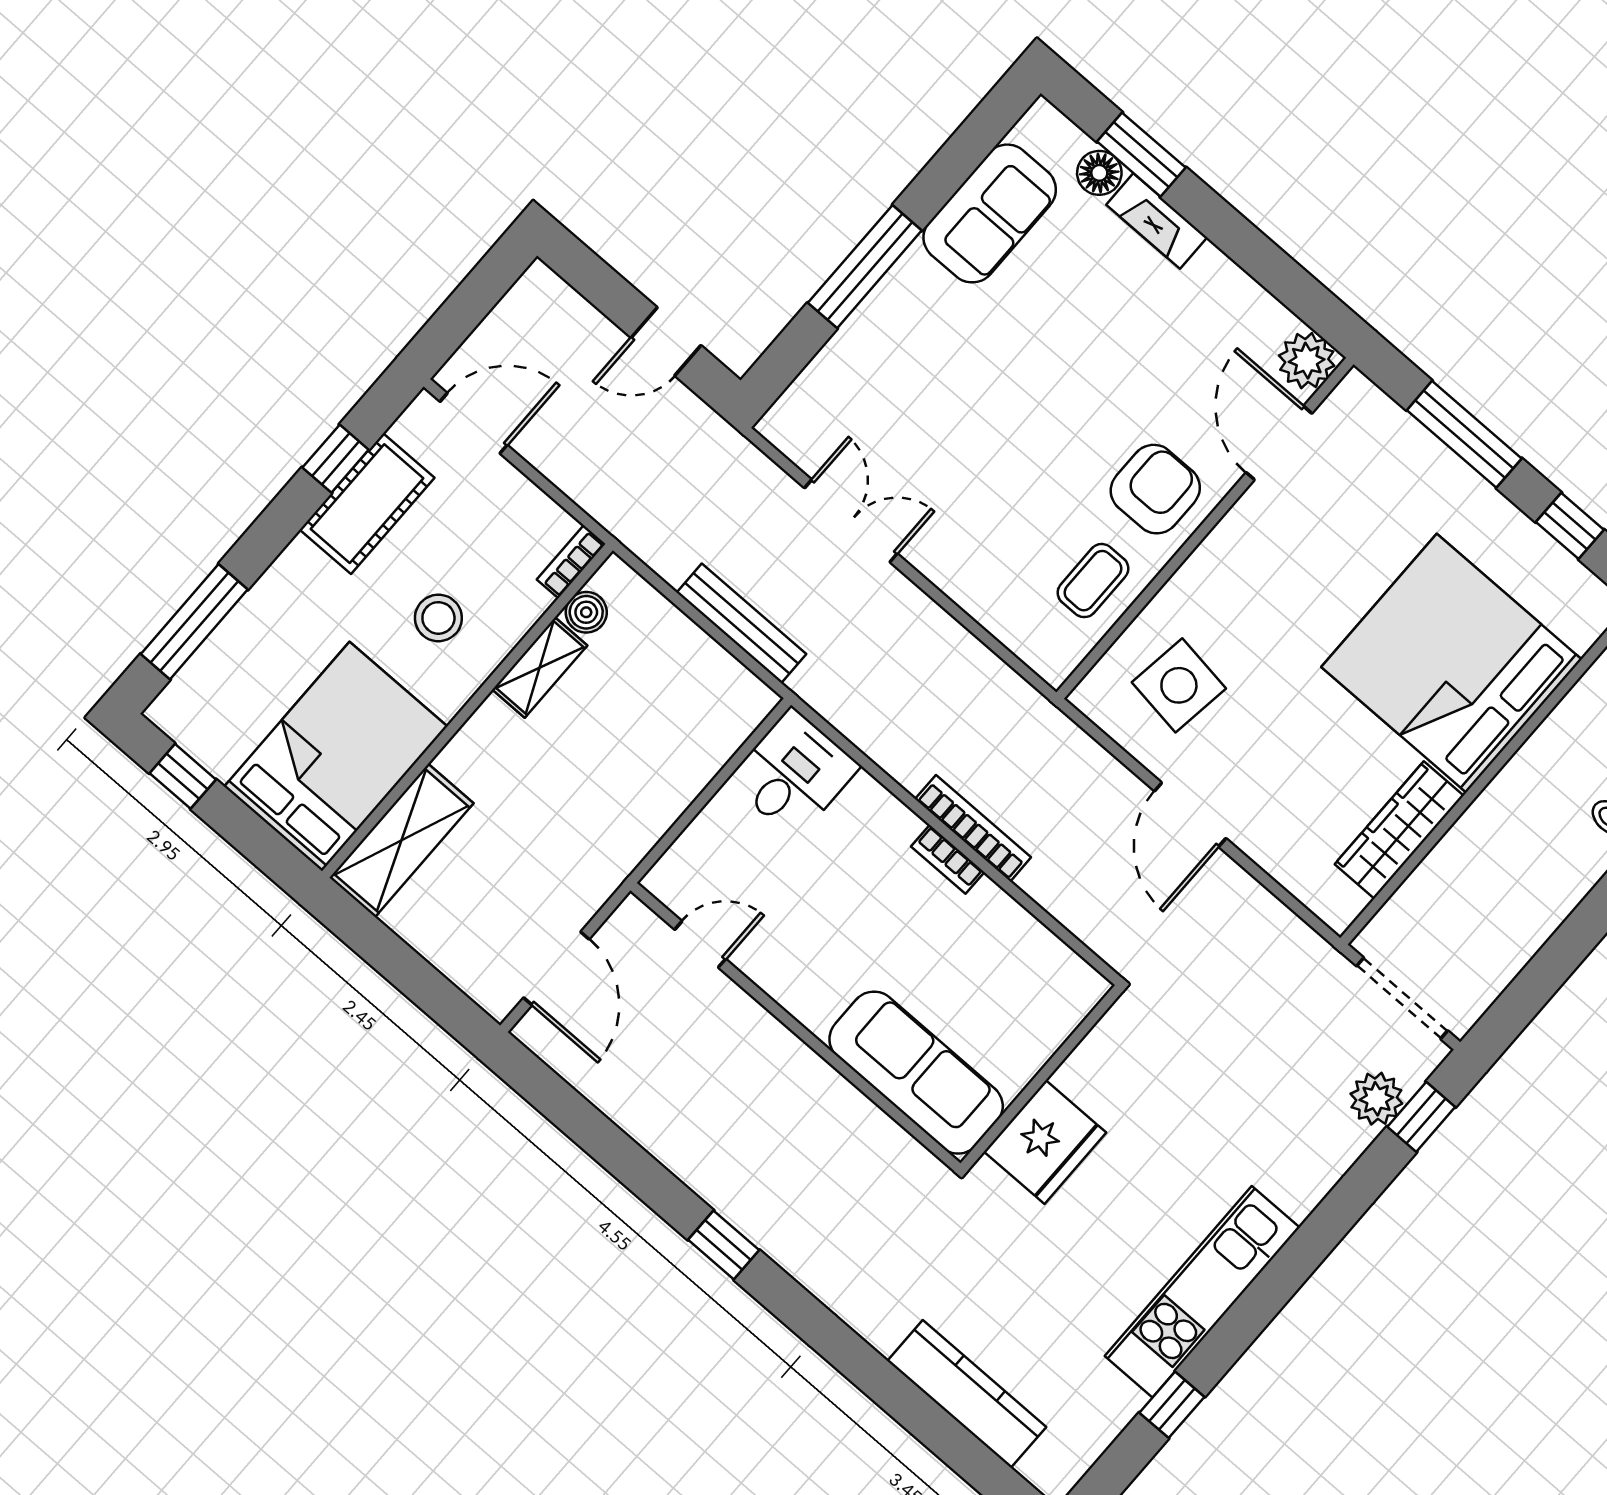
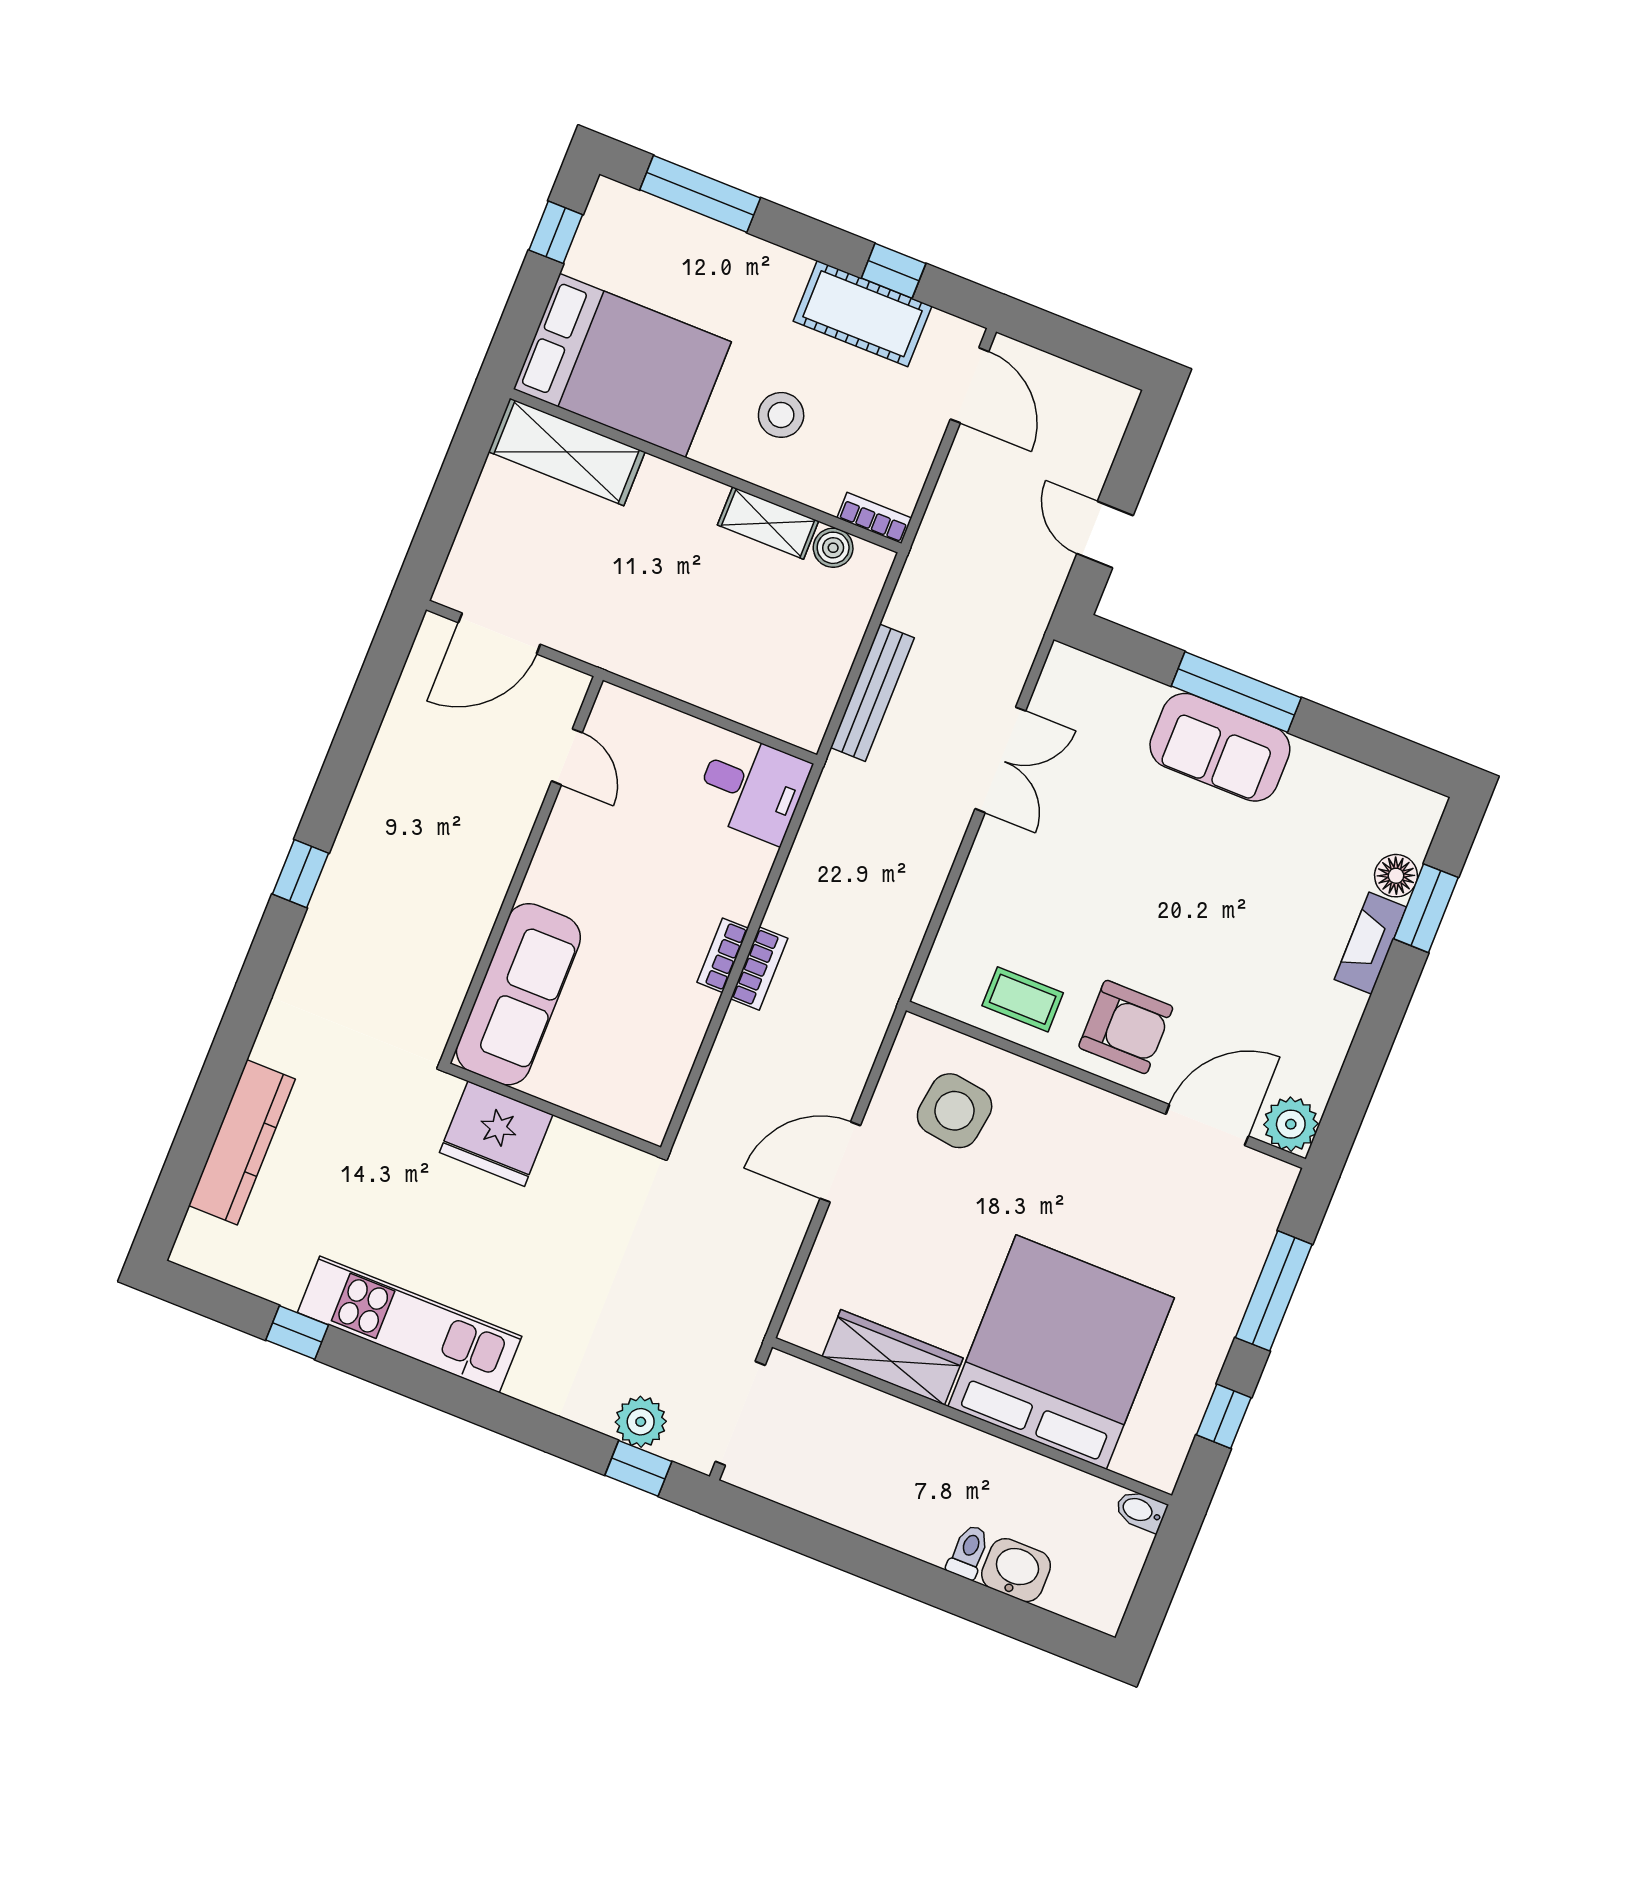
sofa: (990, 213) -> (1220, 747), moved
bookcase: (973, 828) -> (759, 969), width x0.64

